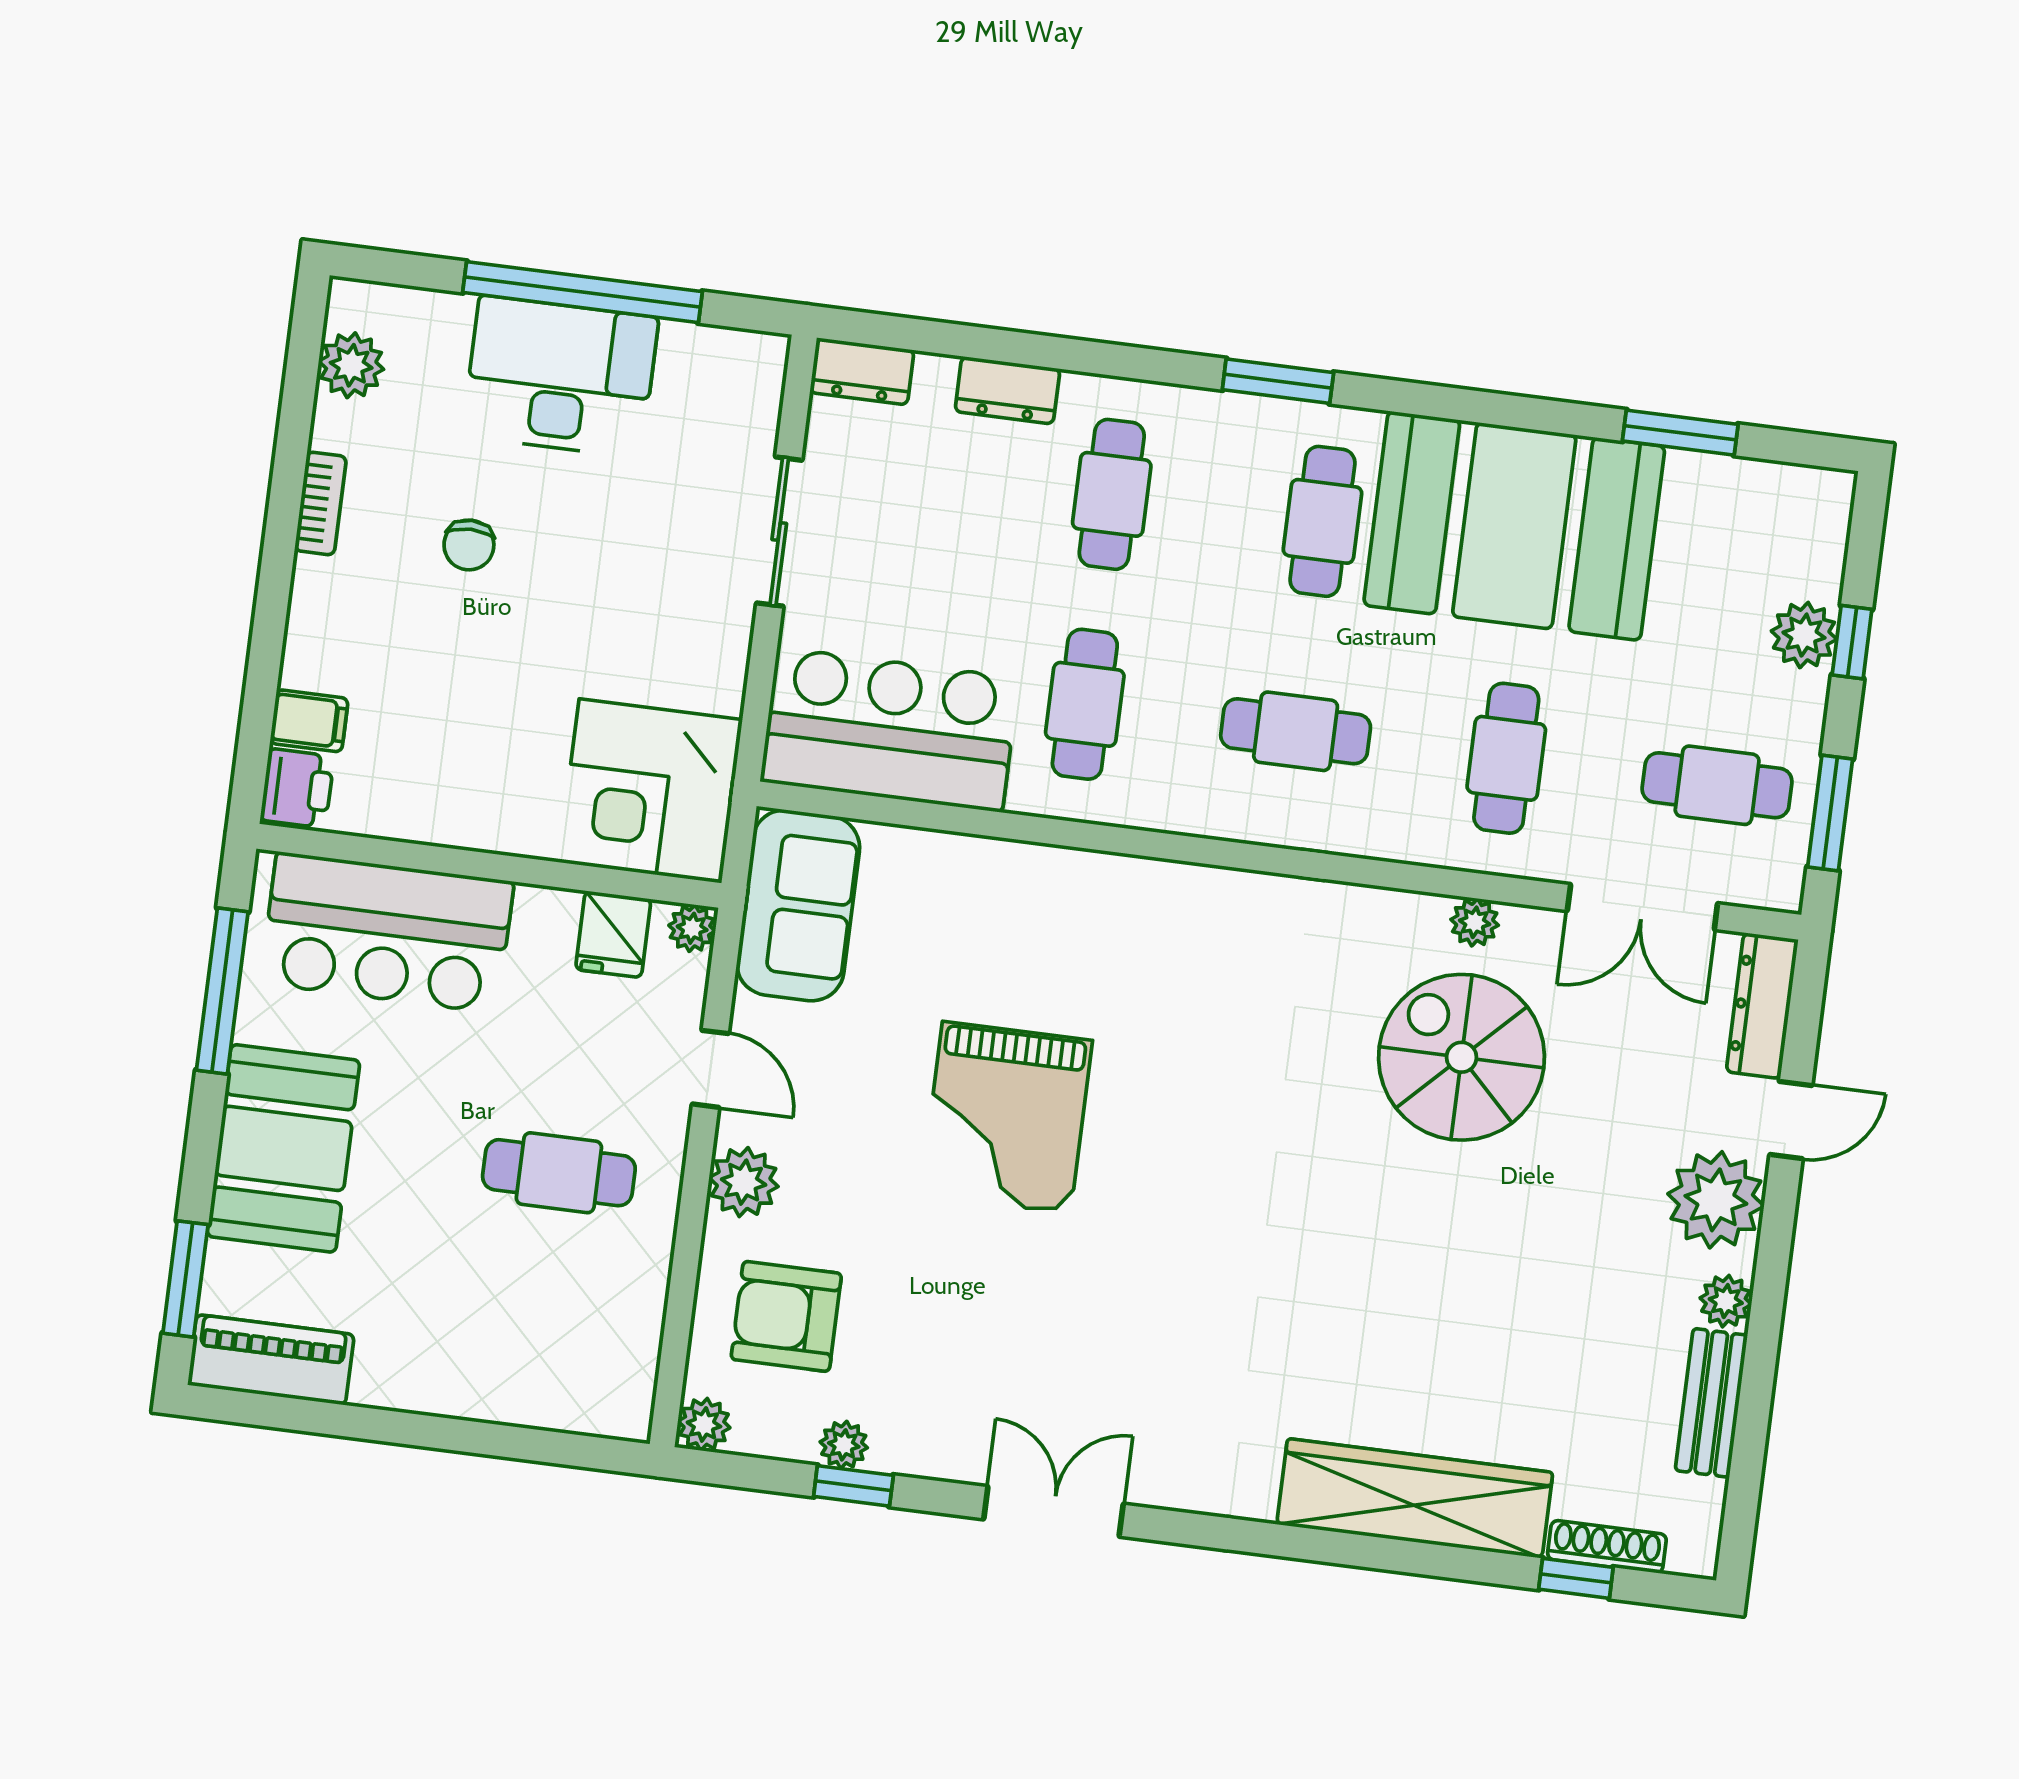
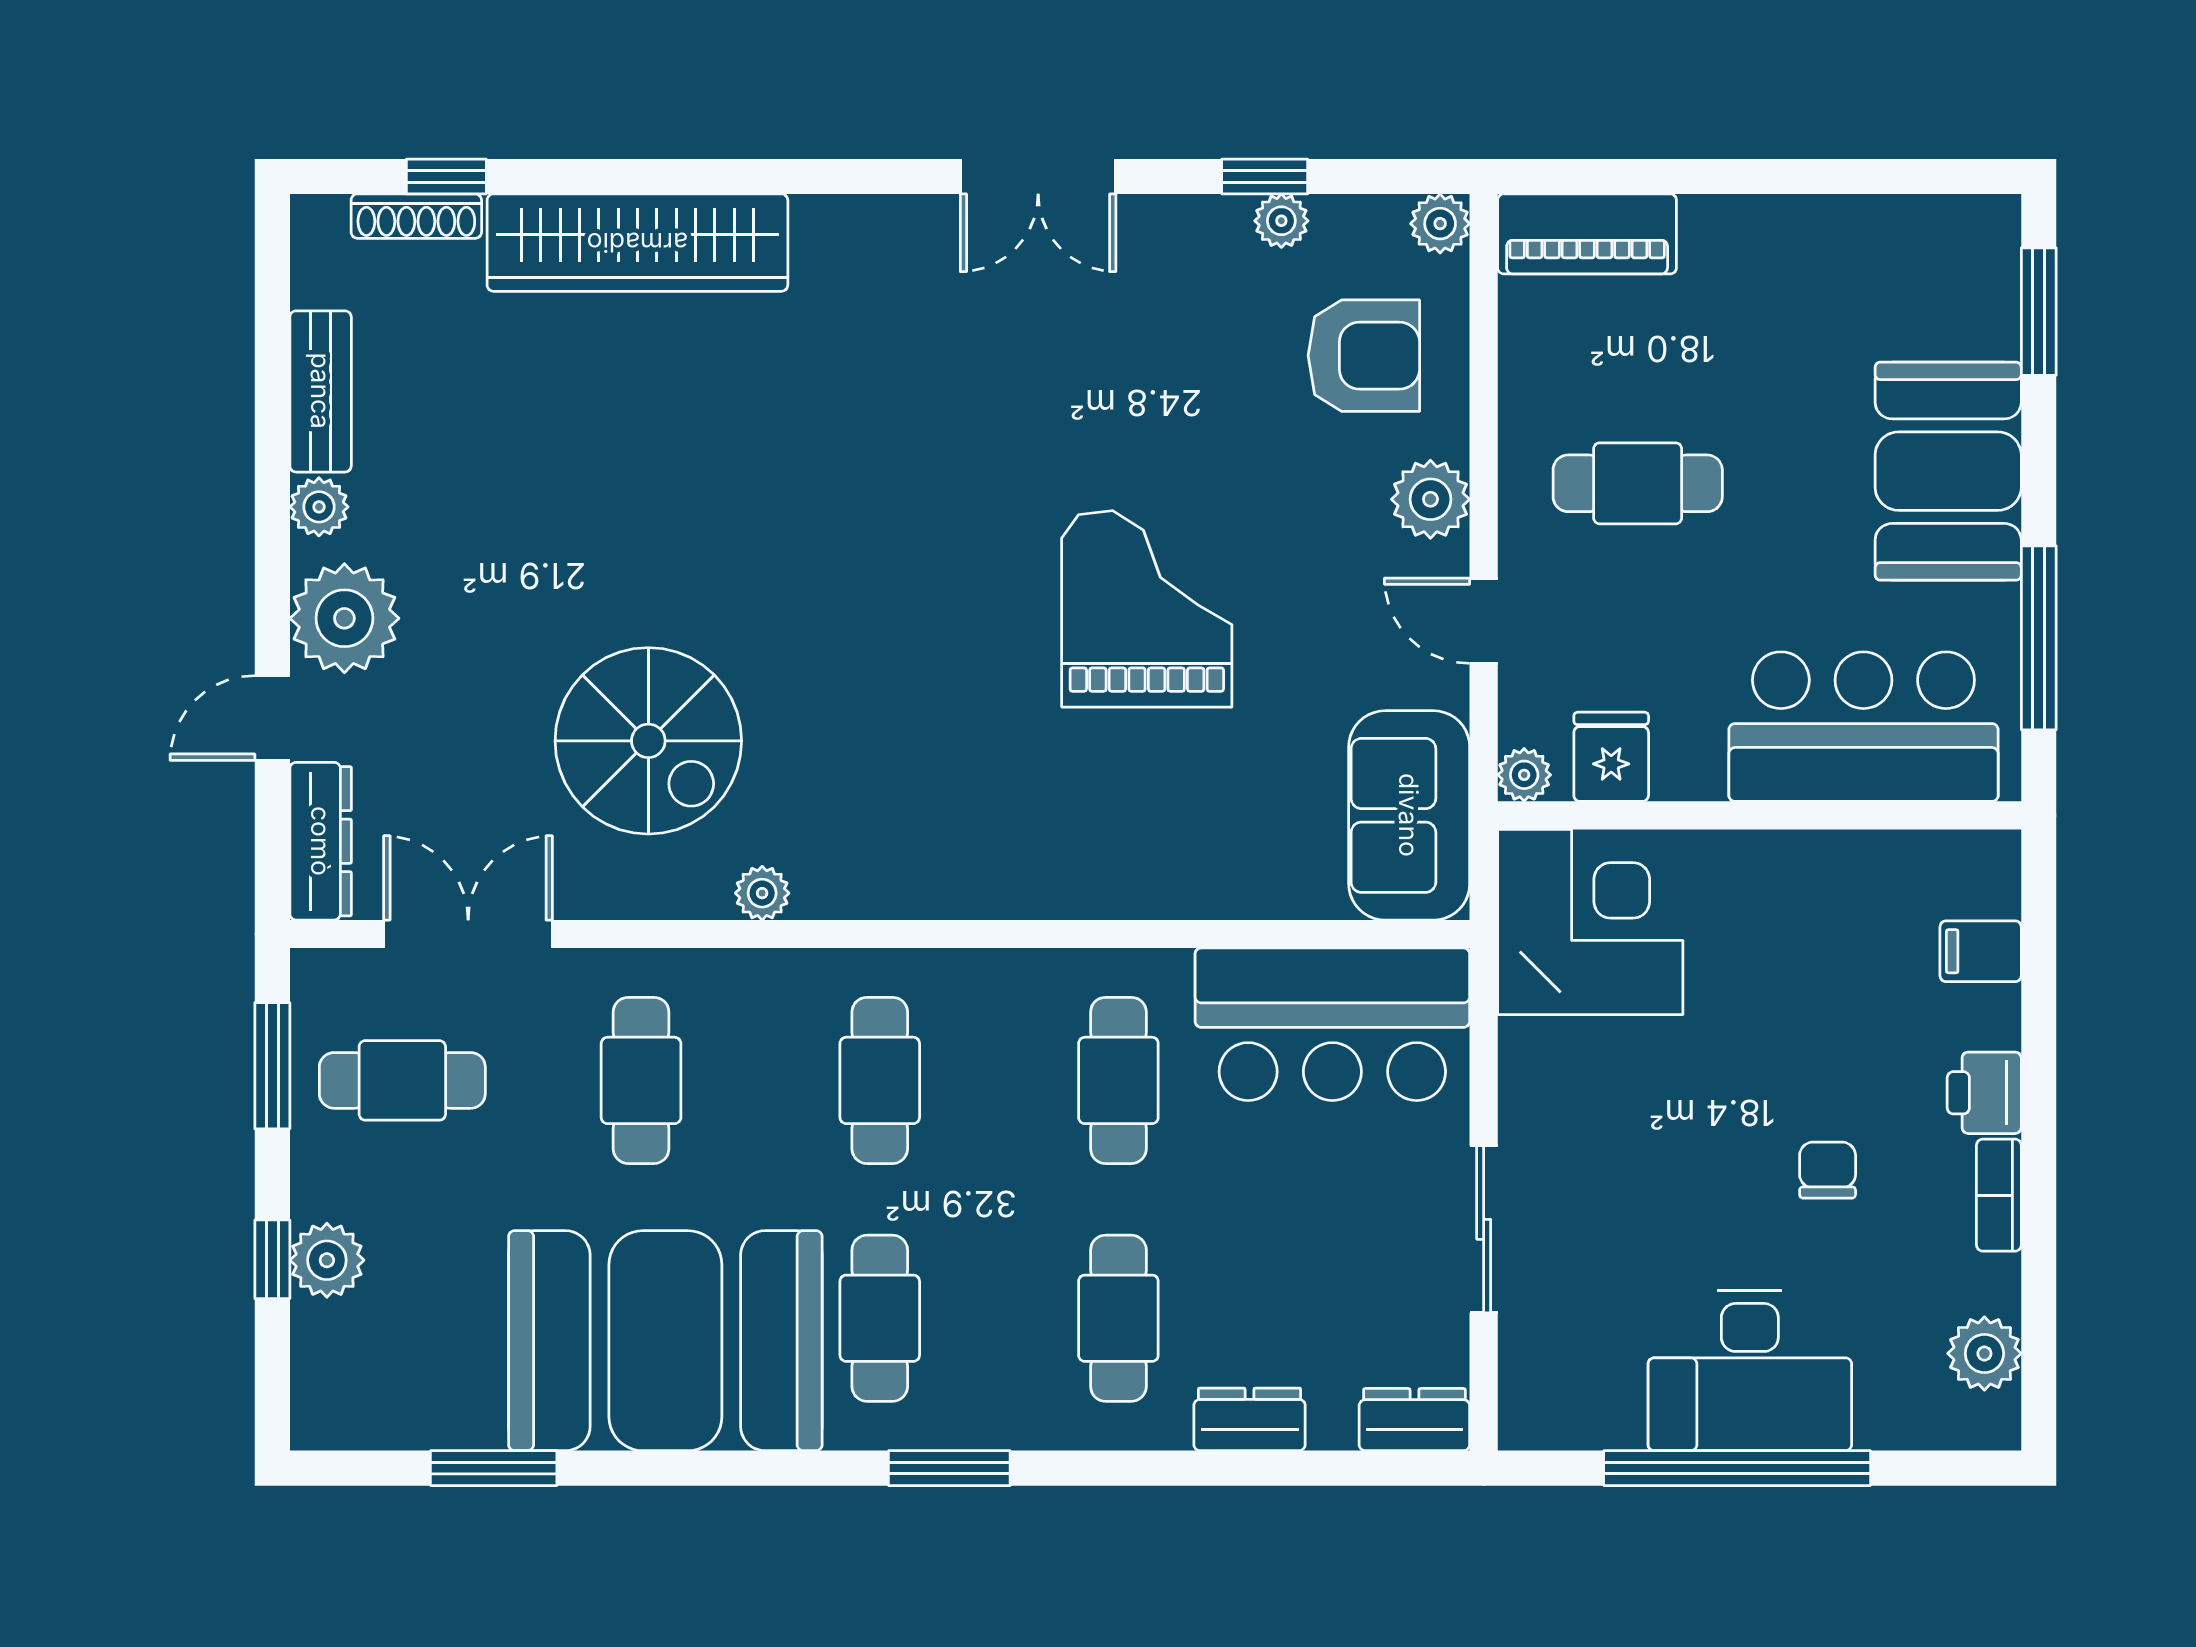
cafe table: (1296, 731) -> (880, 1080), turned 90
printer: (297, 788) -> (1984, 1093), moved
plant: (1475, 922) -> (762, 893), moved
piano: (271, 1360) -> (1587, 234), moved

